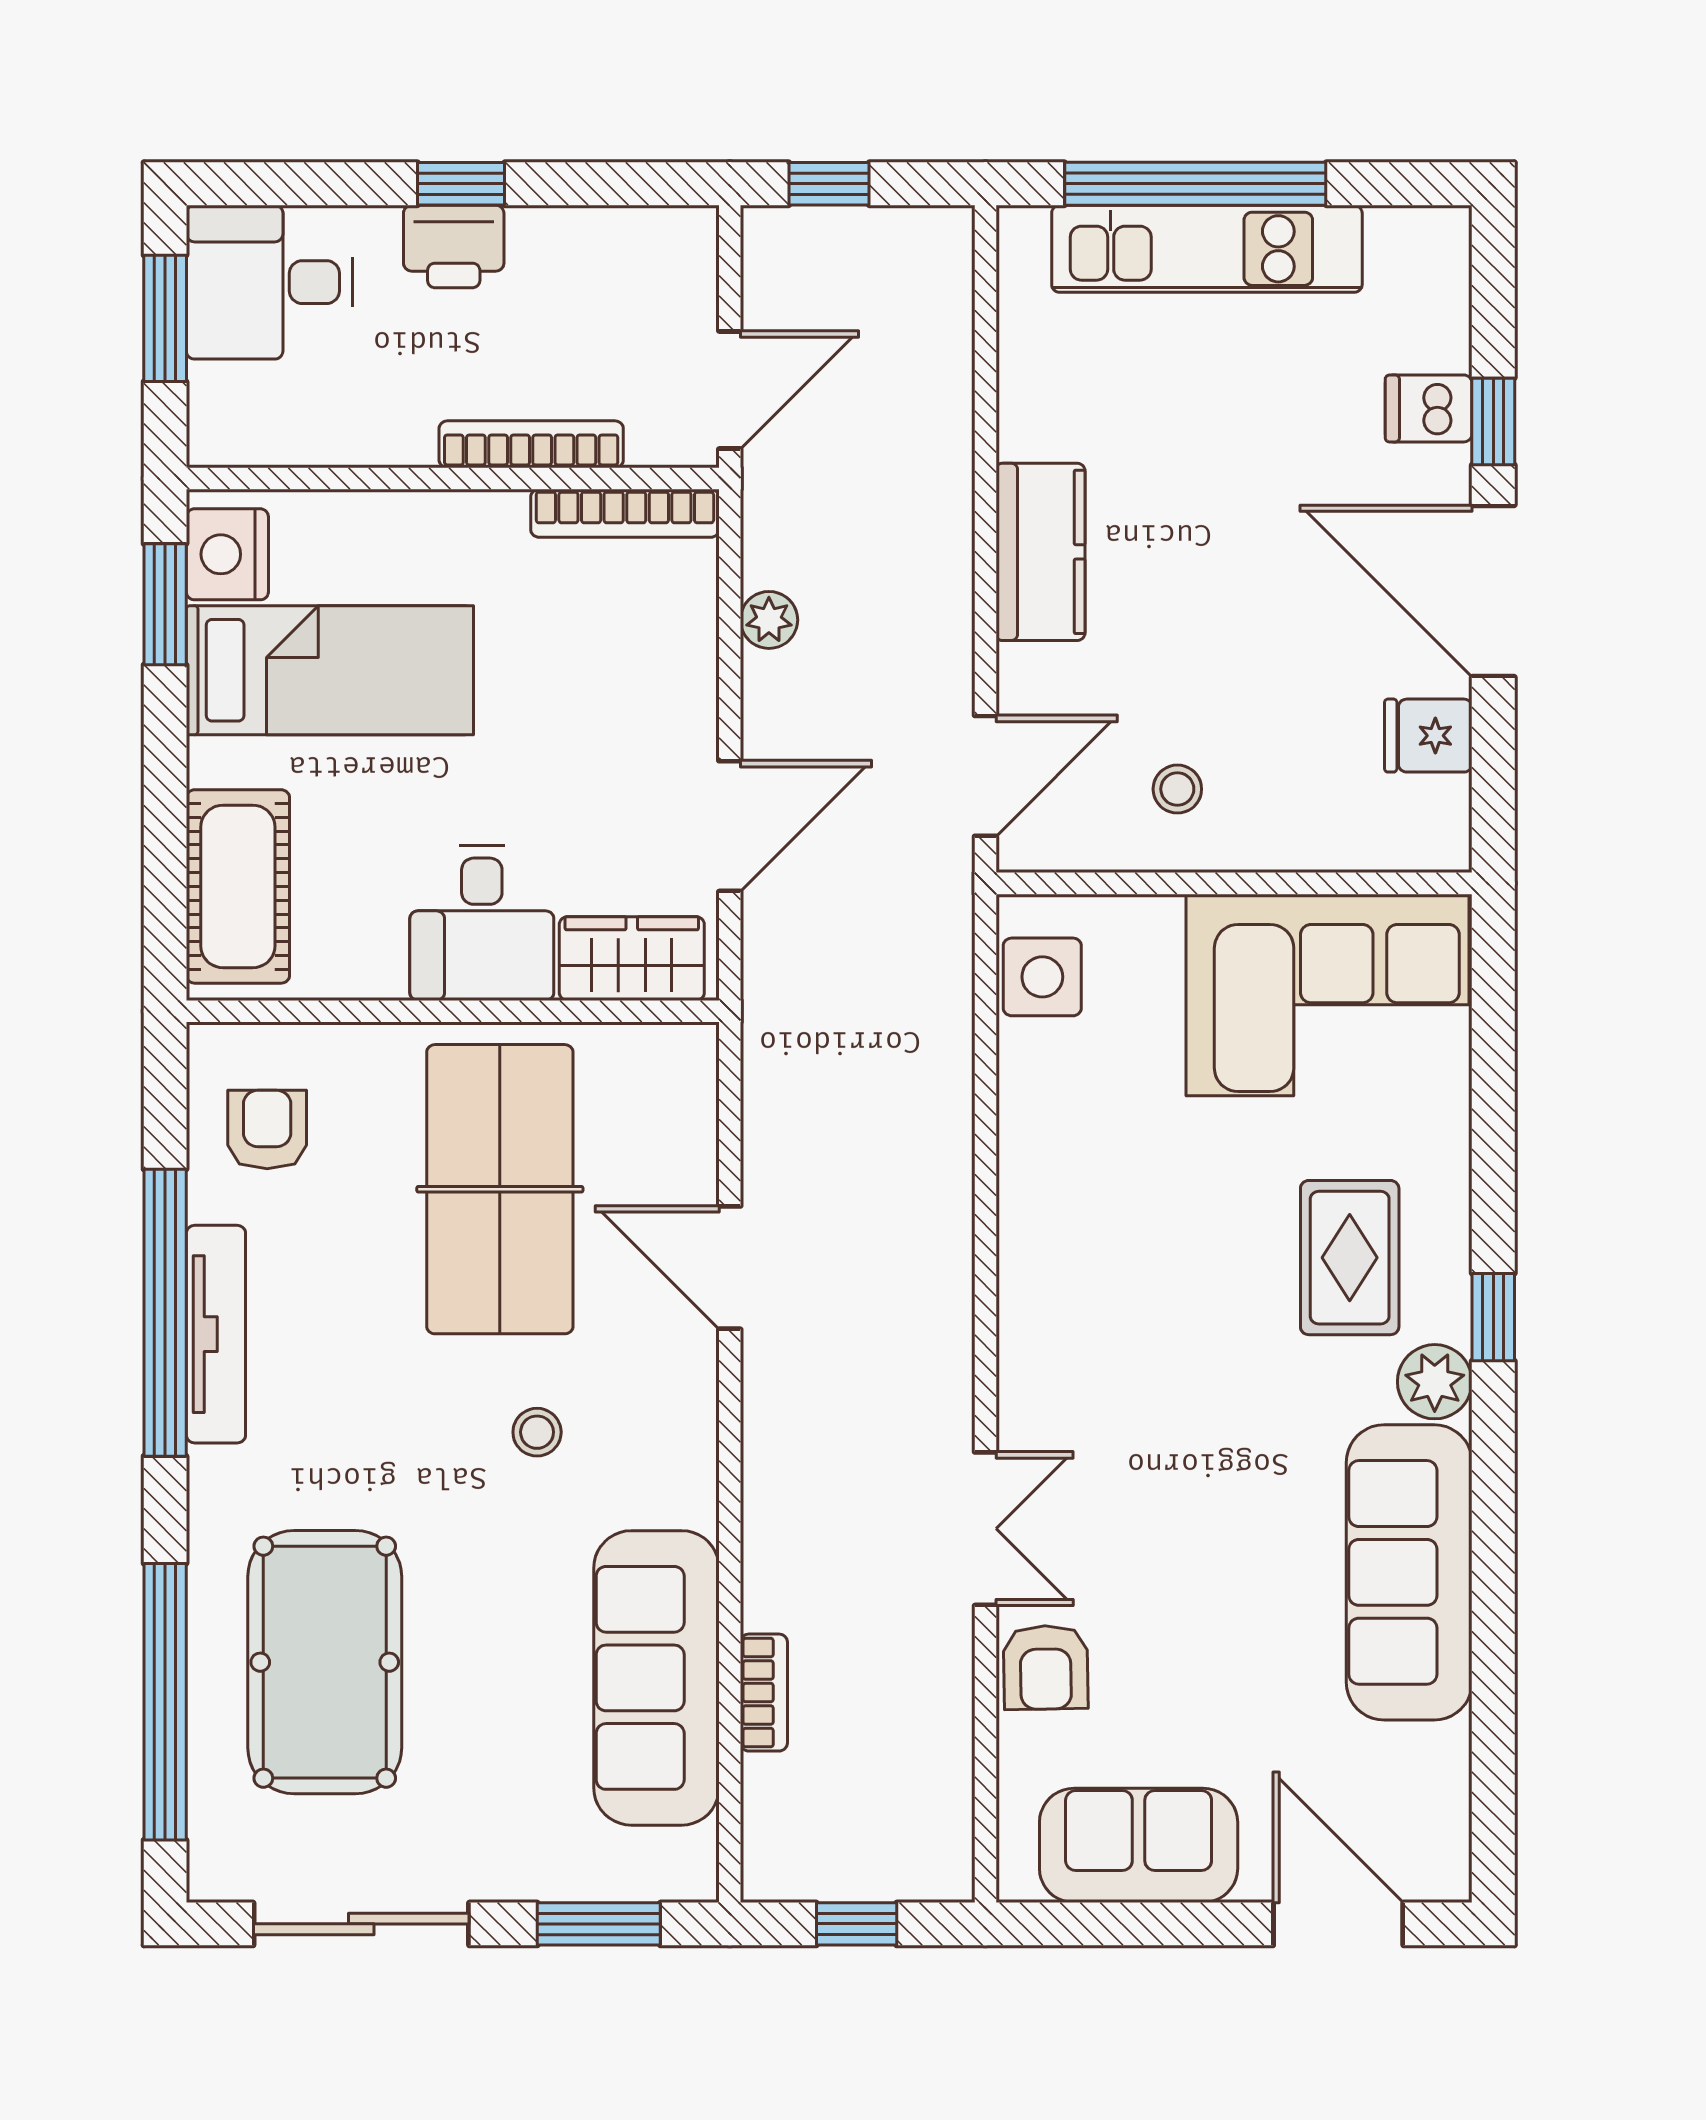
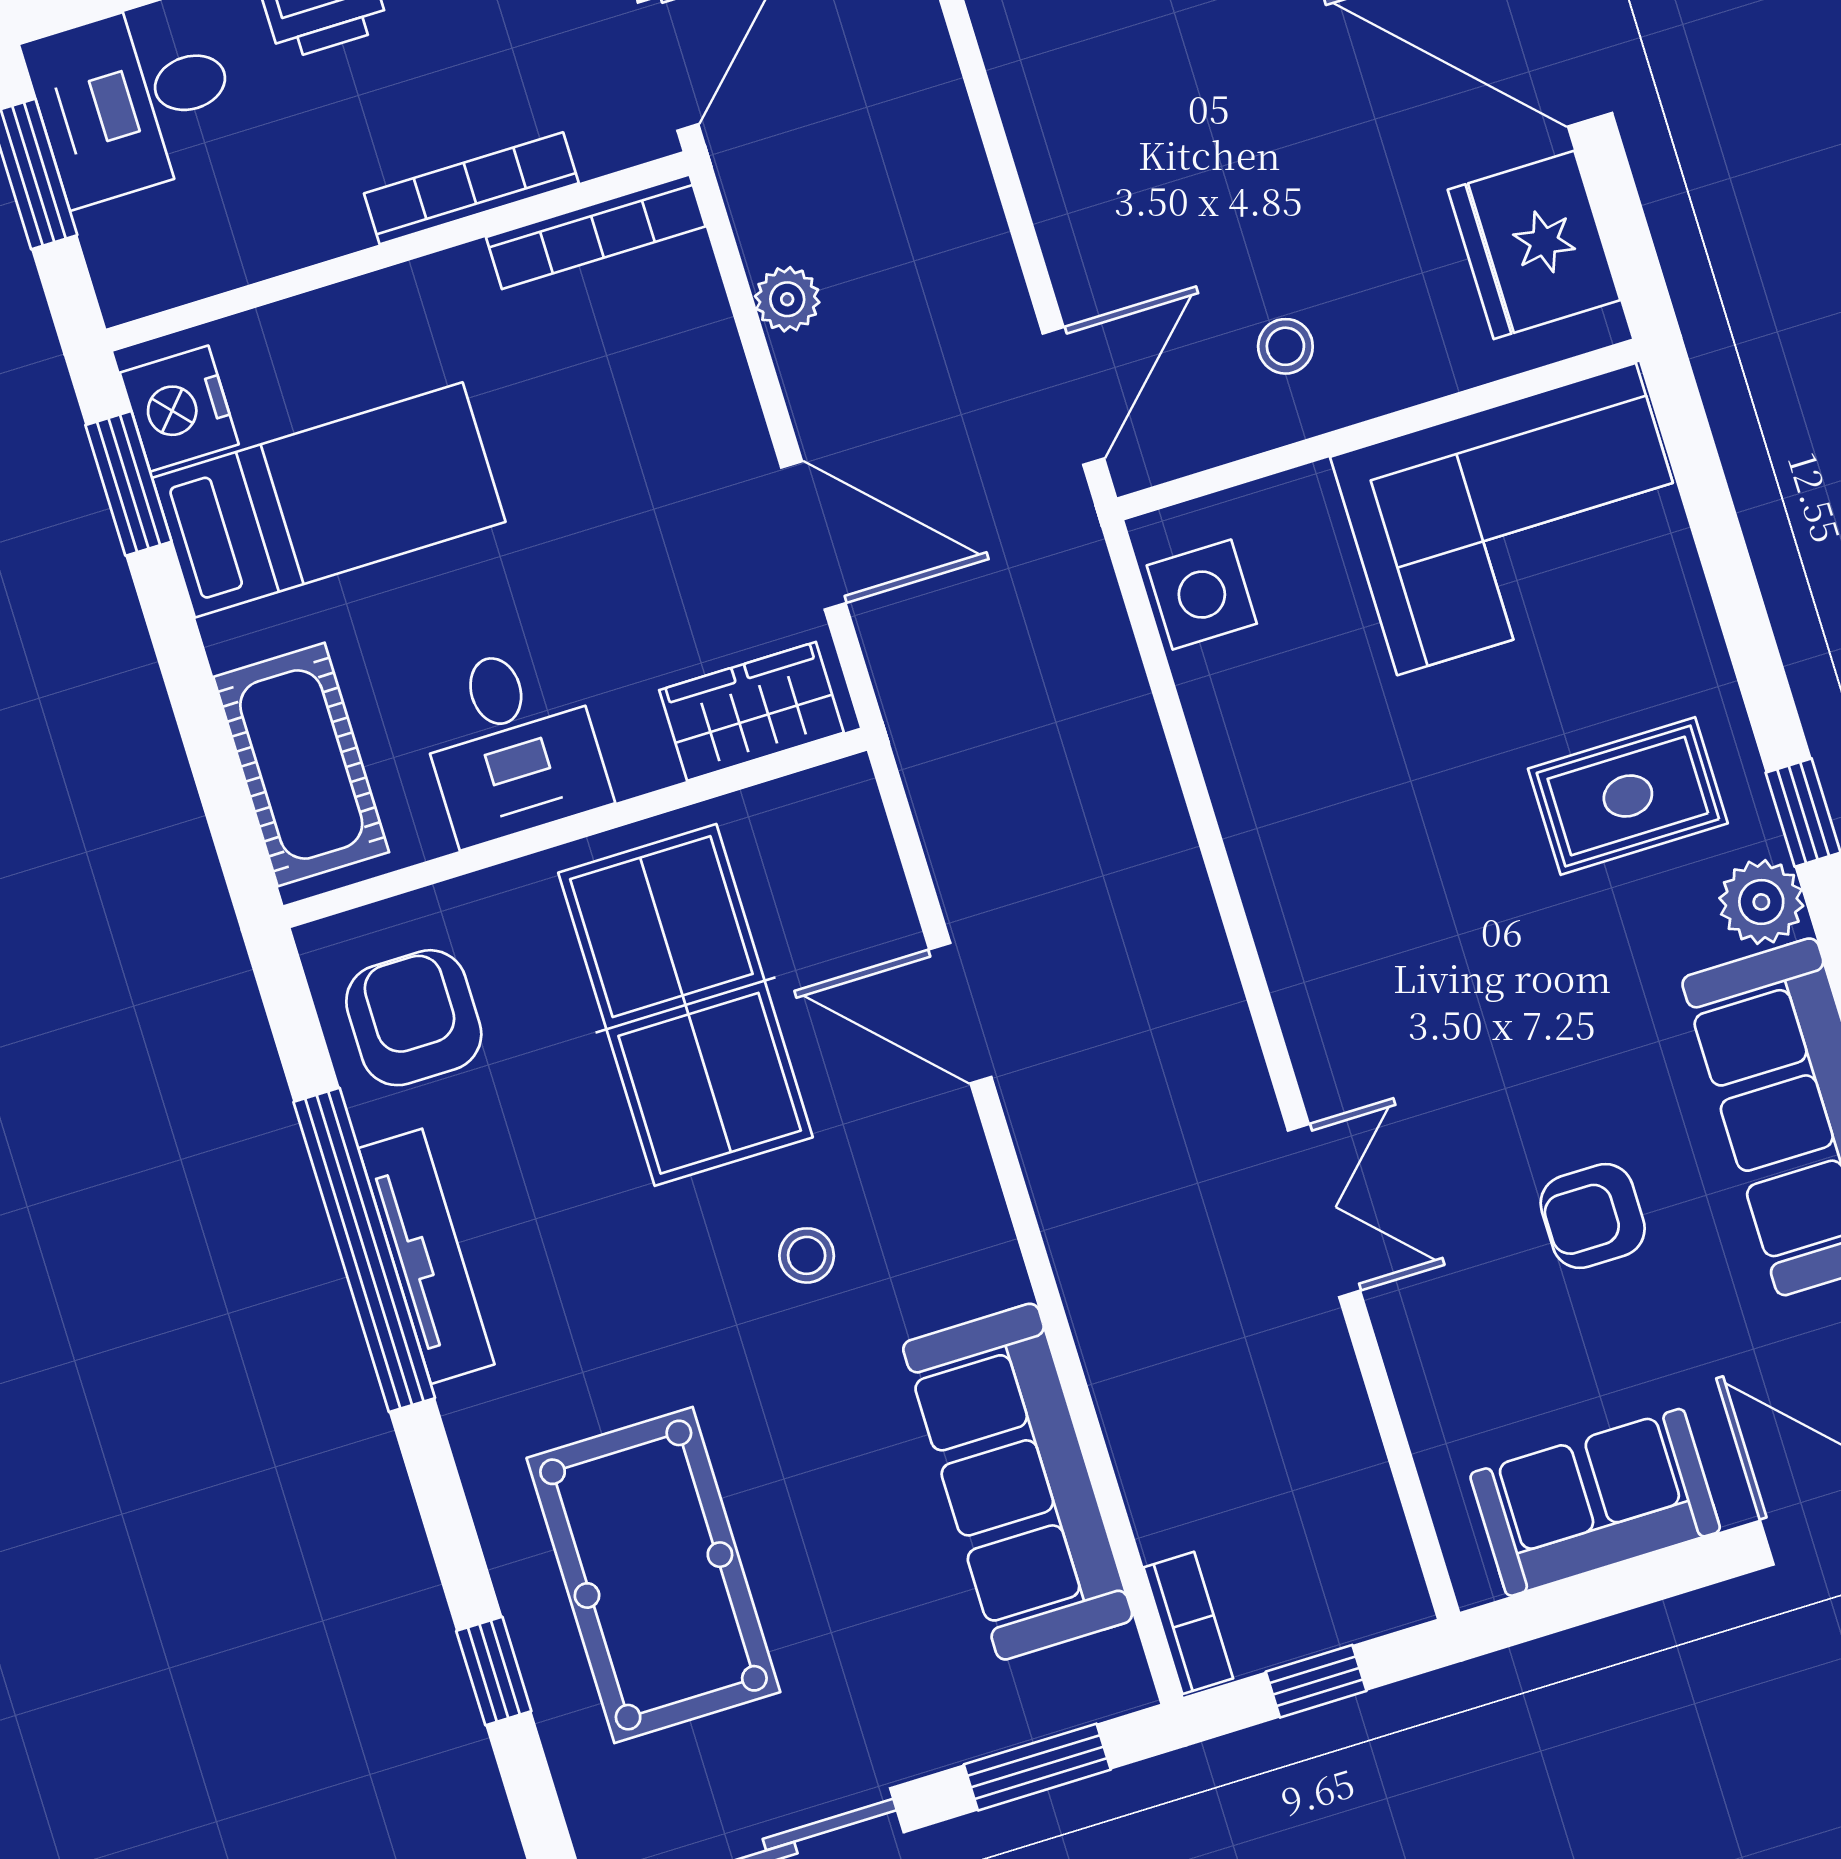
kitchen counter: (1041, 552) -> (1058, 135), removed
fridge: (1428, 736) -> (1534, 245), width x1.88, depth x1.34
door: (730, 826) -> (813, 535), hinge flipped
desk: (482, 923) -> (512, 743), moved
armchair: (267, 1129) -> (414, 1018), width x1.38, depth x1.38
rug: (1350, 1258) -> (1628, 796), turned 90
armchair: (1046, 1667) -> (1593, 1216), moved, turned 91
bookcase: (764, 1693) -> (1188, 1623), moved
window: (165, 1702) -> (494, 1671), width x0.32

